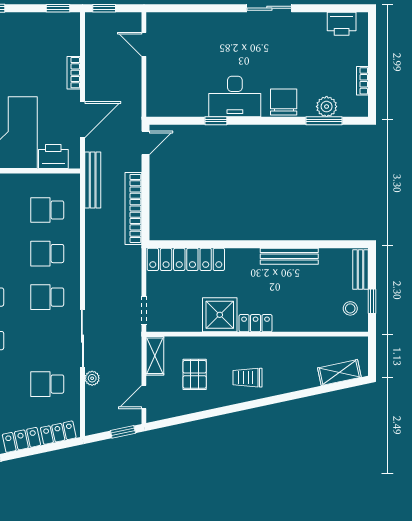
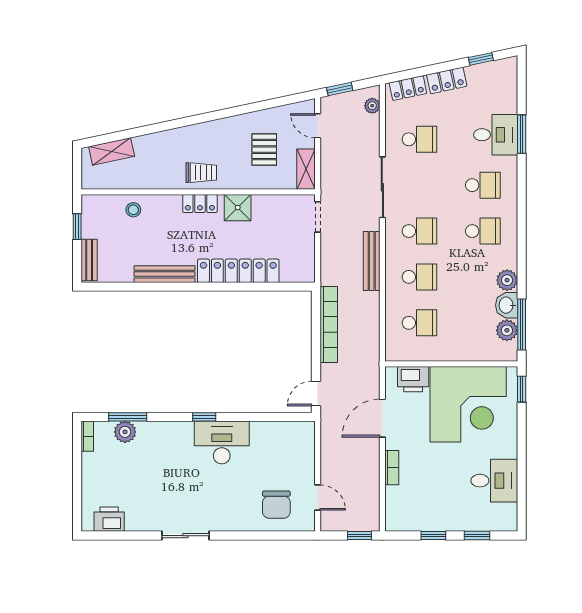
window: (58, 8) -> (433, 536), moved
bookcase: (362, 81) -> (87, 436), moved
chair: (284, 102) -> (276, 505), moved
window: (216, 121) -> (204, 417), moved
bench: (93, 180) -> (372, 261), moved
locker: (186, 259) -> (238, 271), moved
stool: (350, 308) -> (133, 210), moved
shower: (220, 315) -> (238, 208), width x0.73, depth x0.73
plant: (92, 378) -> (372, 106), moved
trolley: (248, 378) -> (201, 173), moved
door: (144, 397) -> (318, 126), swing flipped

